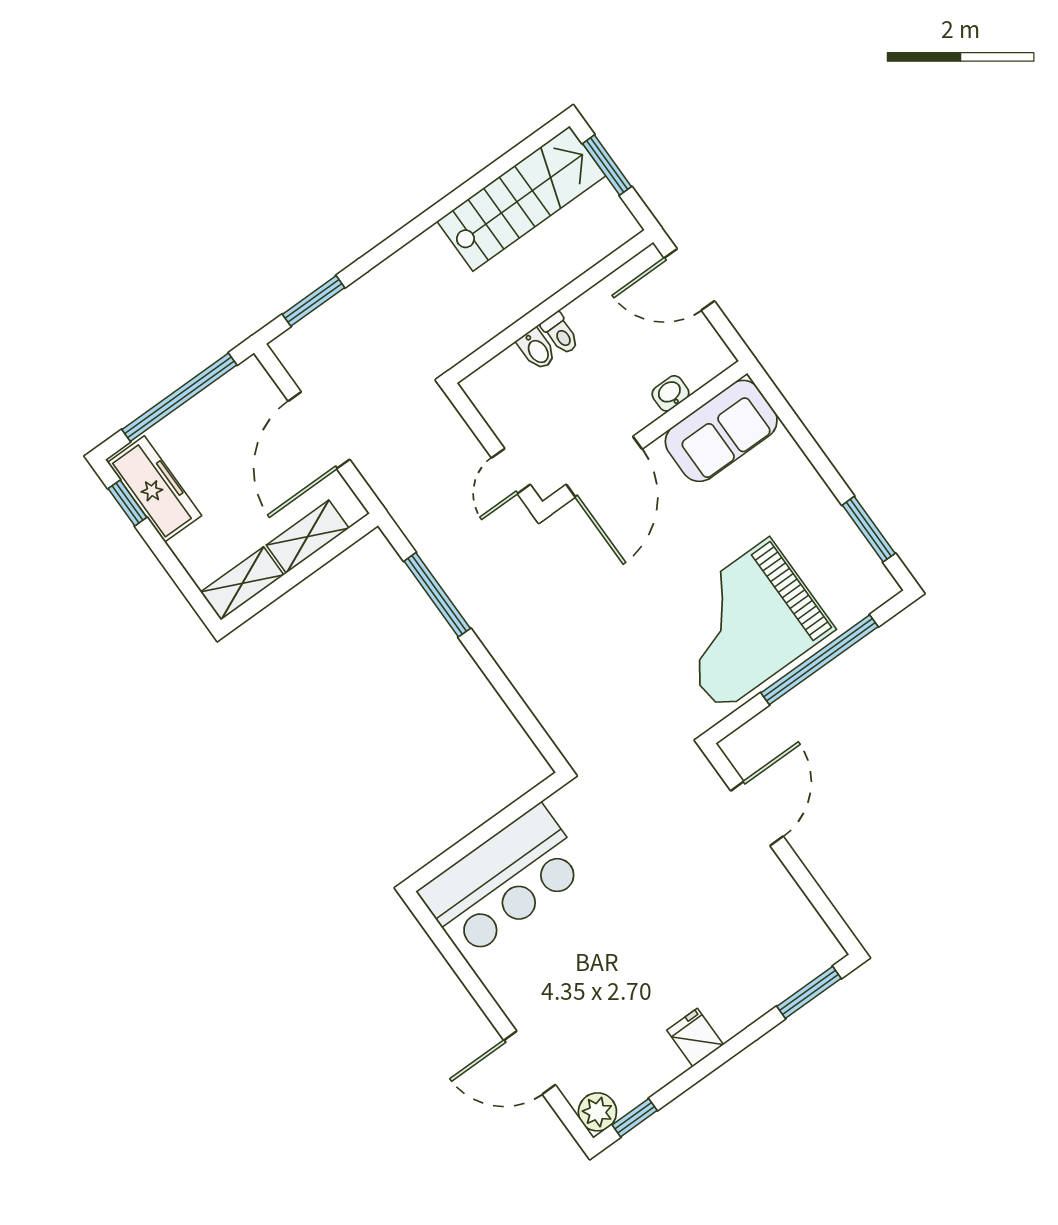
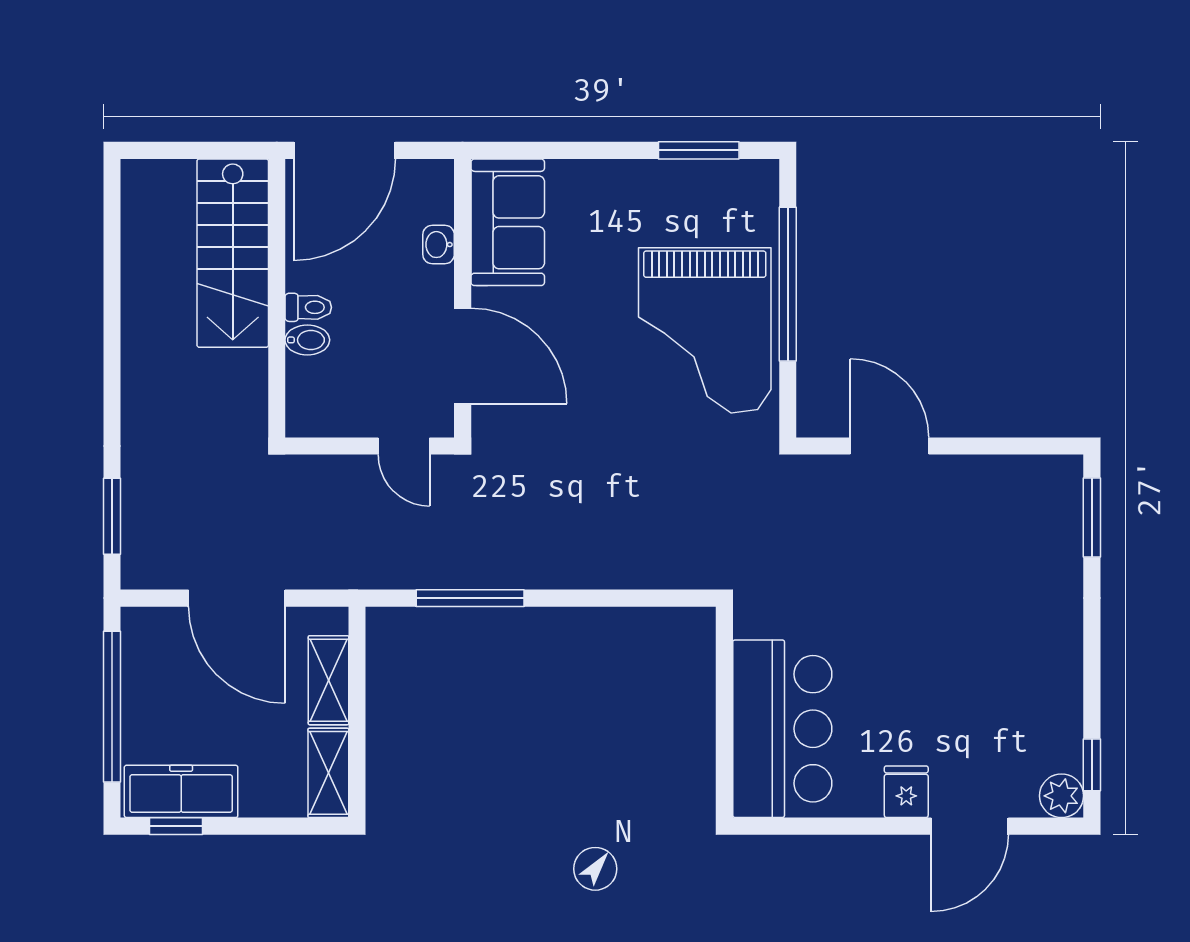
window: (607, 165) -> (182, 150), removed
stairs: (521, 199) -> (233, 253), moved, turned 180
door: (689, 280) -> (345, 150), width x1.36
fridge: (695, 1037) -> (906, 792), moved, turned 90

